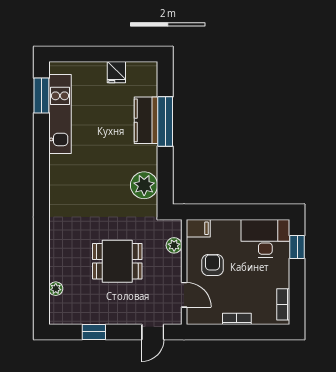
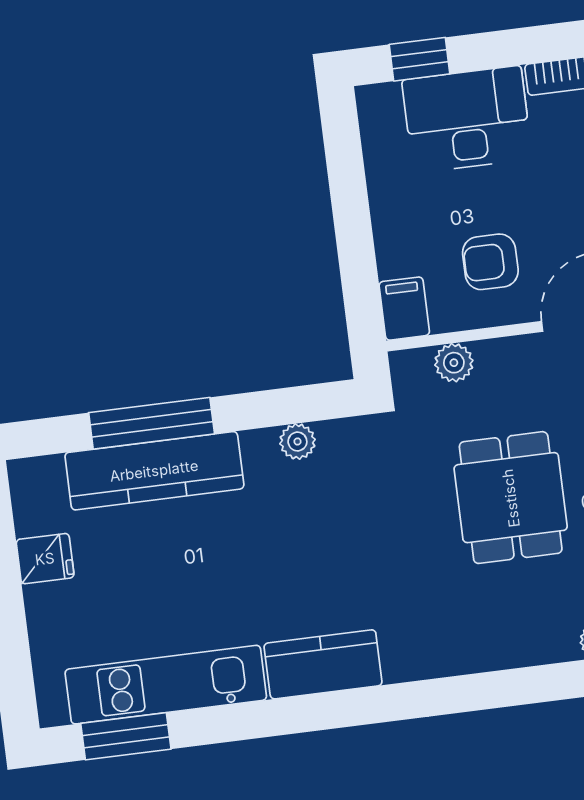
kitchen counter: (146, 120) -> (154, 471), width x1.50
kitchen counter: (60, 178) -> (323, 664), added
plant: (144, 185) -> (297, 442), width x0.53, depth x0.53
desk: (265, 238) -> (467, 119), moved, turned 90

